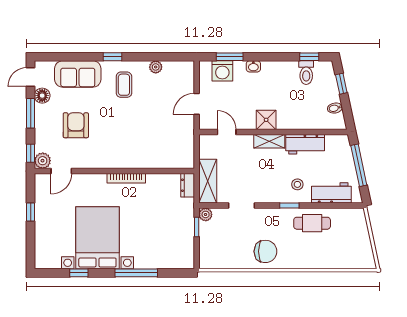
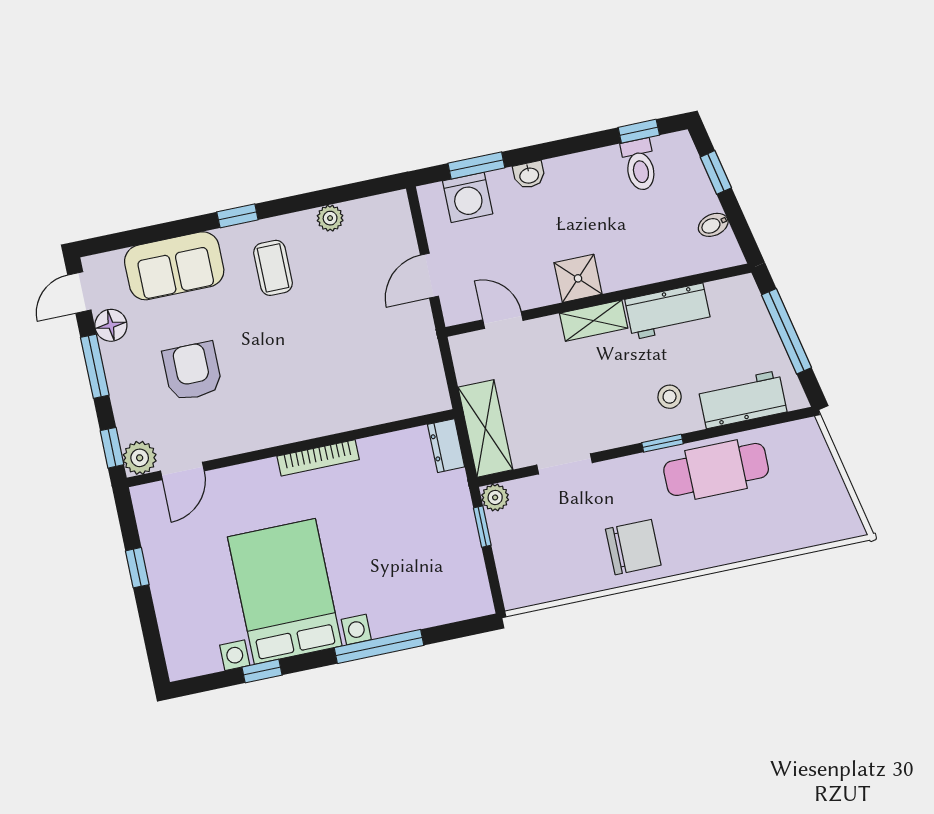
cafe table: (312, 223) -> (716, 469), width x1.37, depth x1.35

